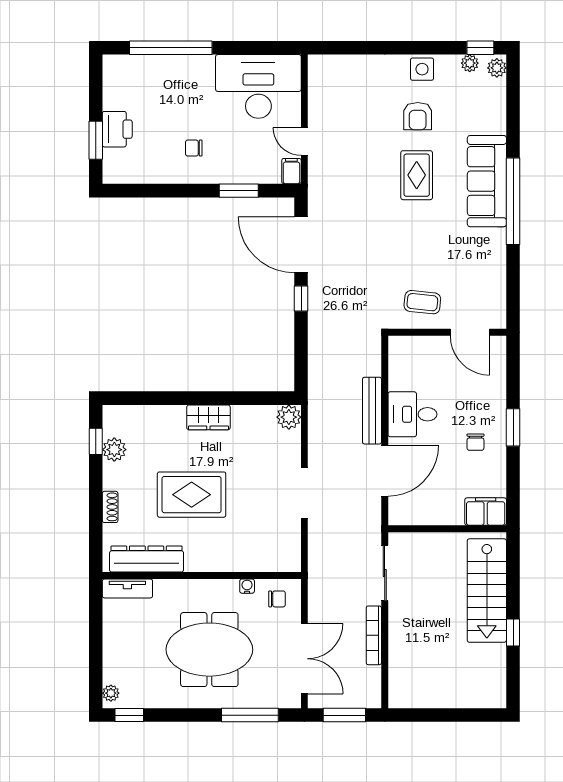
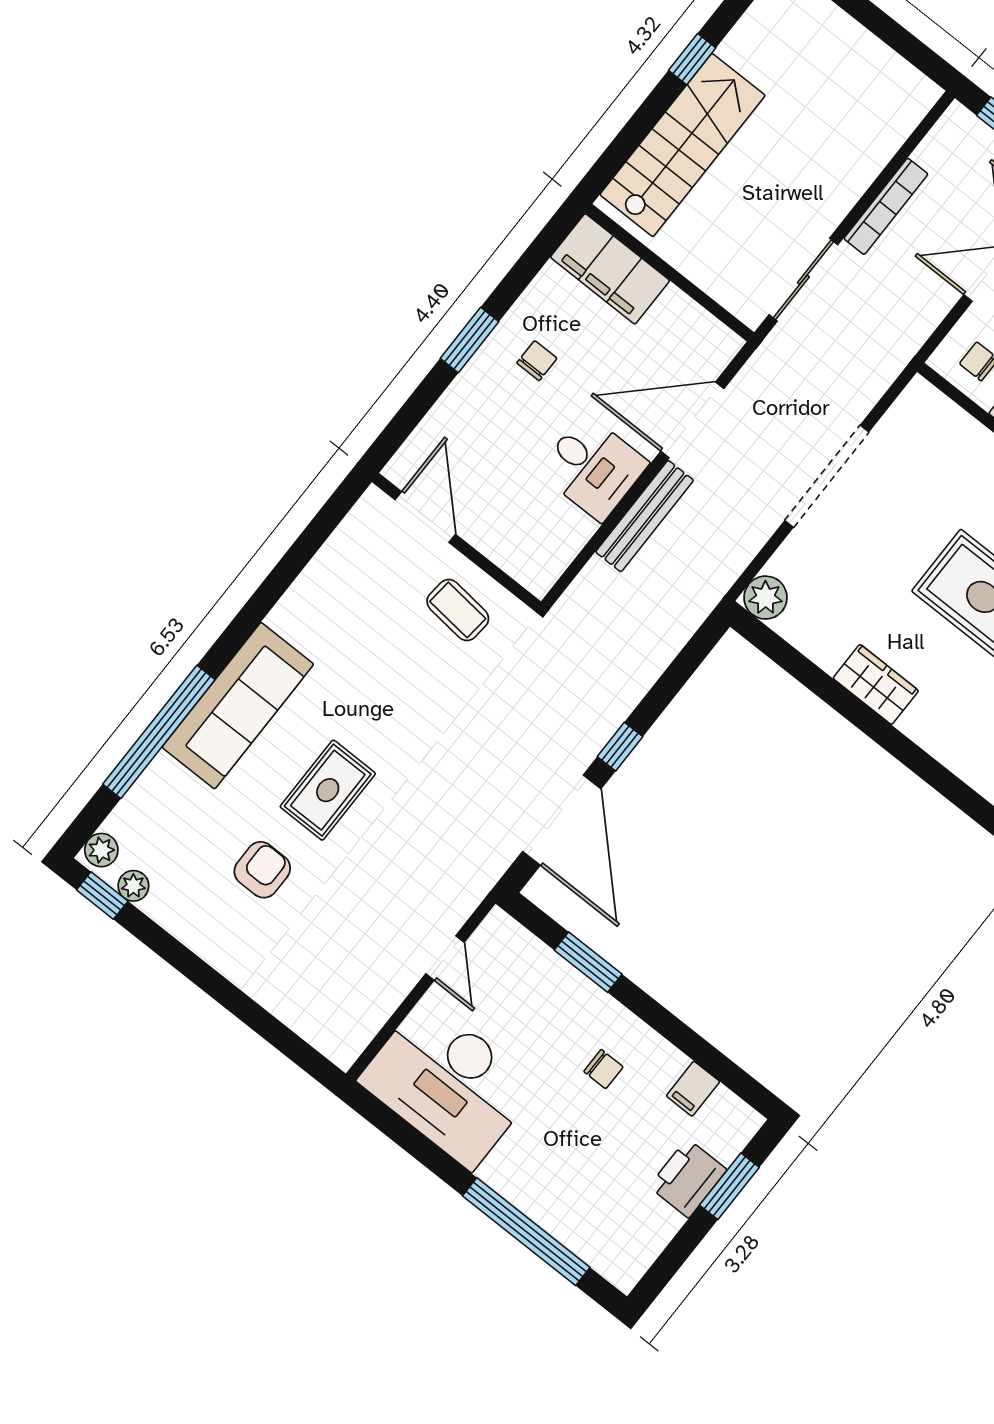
side table: (422, 69) -> (205, 929), removed
filing cabinet: (291, 171) -> (693, 1089), moved
window: (513, 201) -> (159, 732), moved
doorway: (304, 493) -> (827, 476), width x1.36
filing cabinet: (486, 512) -> (610, 269), width x1.50, depth x1.17

